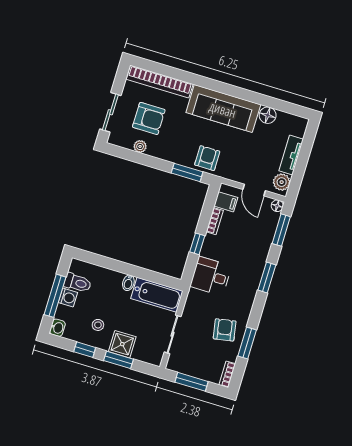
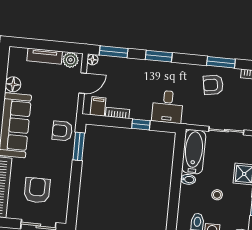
plant: (140, 146) -> (64, 193), removed
stool: (98, 325) -> (217, 195), moved

